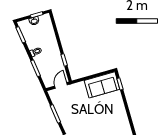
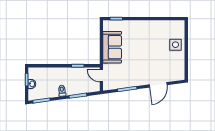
sofa: (102, 85) -> (112, 47), moved

